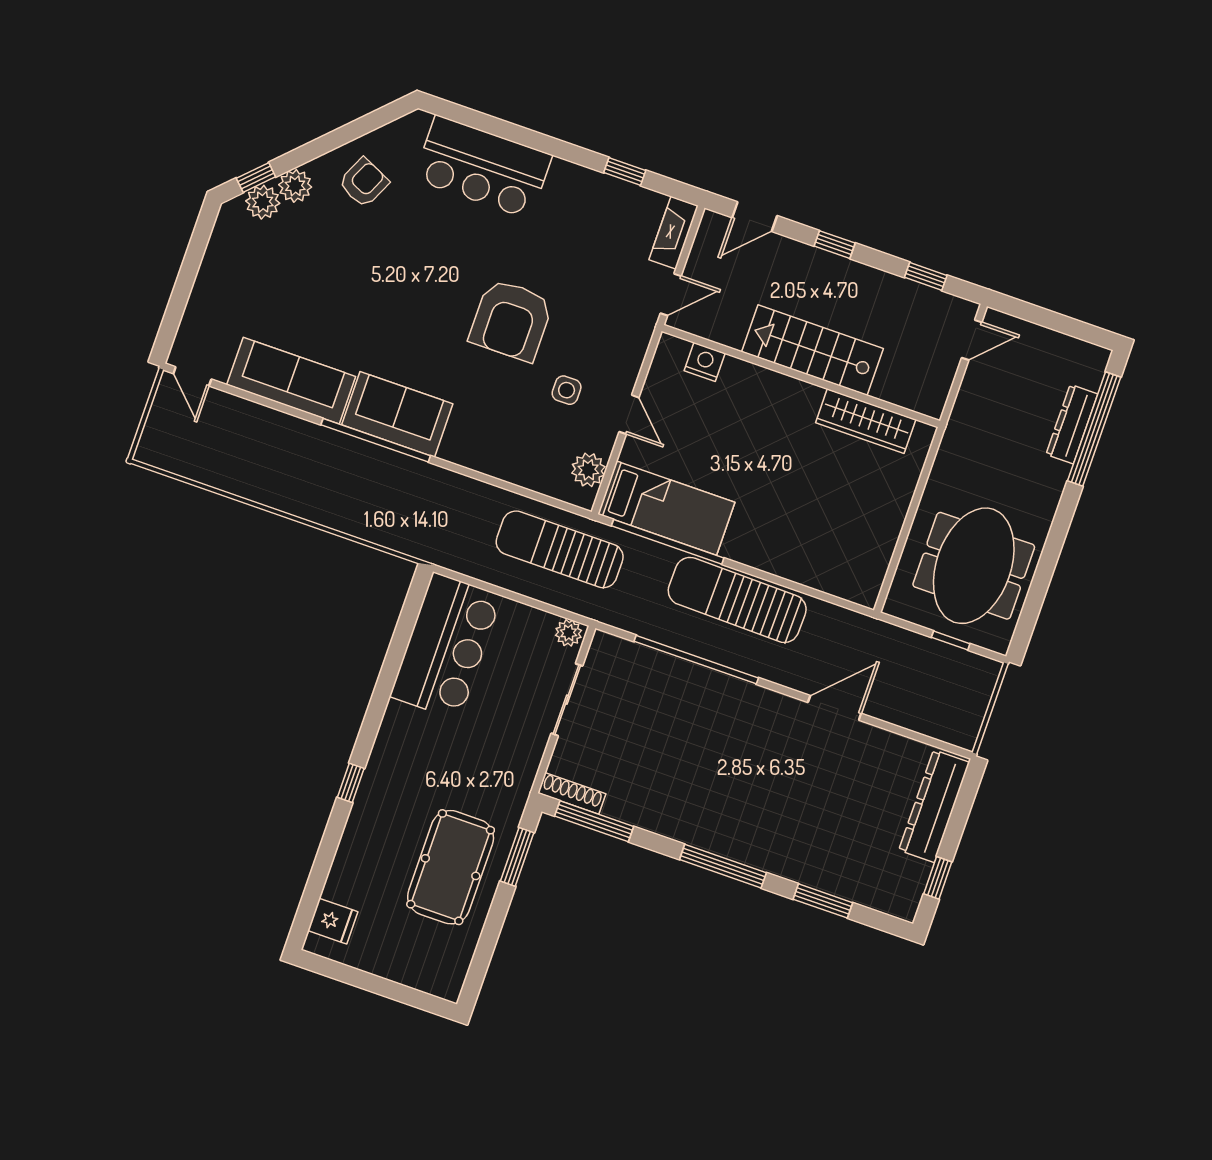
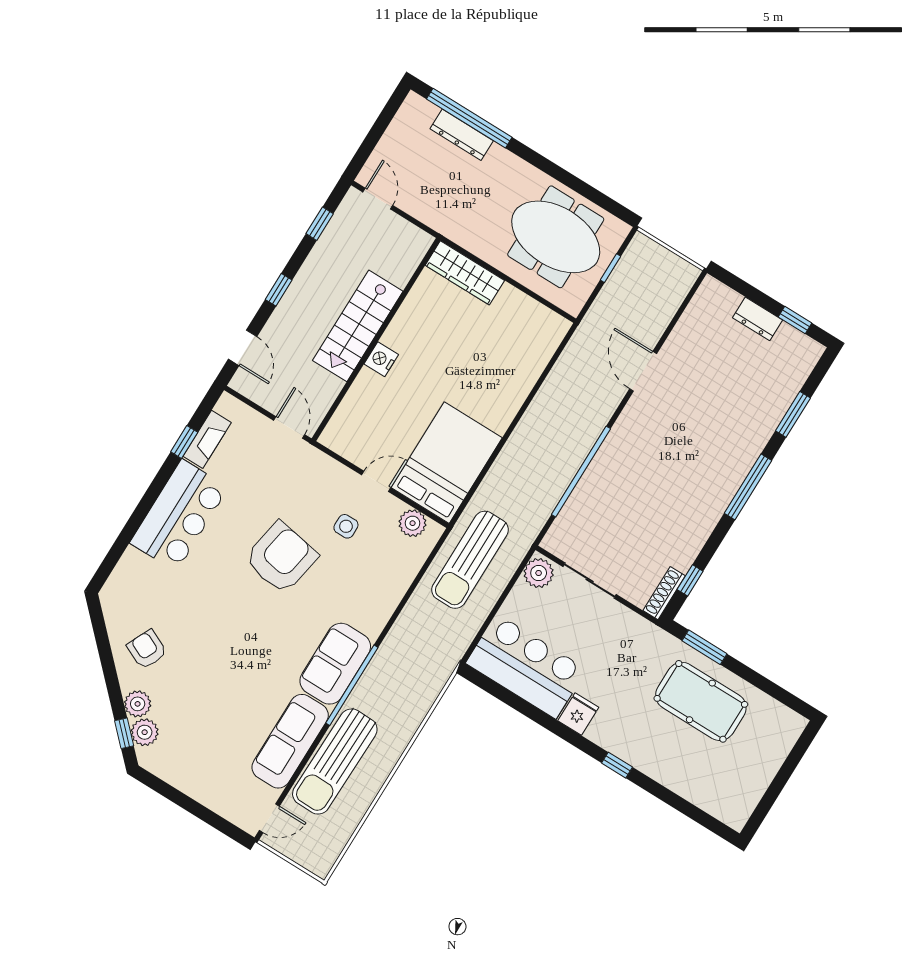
bar counter: (483, 167) -> (179, 515), moved
fireplace: (674, 233) -> (207, 439), moved, turned -90
armchair: (511, 320) -> (281, 558), turned -80
nightstand: (705, 362) -> (381, 359), moved
wardrobe: (866, 421) -> (465, 273), moved, turned 90
bed: (666, 508) -> (447, 463), width x1.50
window: (668, 542) -> (483, 473), removed
sun lounger: (737, 600) -> (335, 762), moved
plant: (569, 633) -> (539, 573), width x1.38, depth x1.38
dresser: (934, 806) -> (758, 319), width x0.51, depth x0.80
window: (594, 821) -> (690, 580), width x0.46
fridge: (333, 921) -> (578, 714), moved

